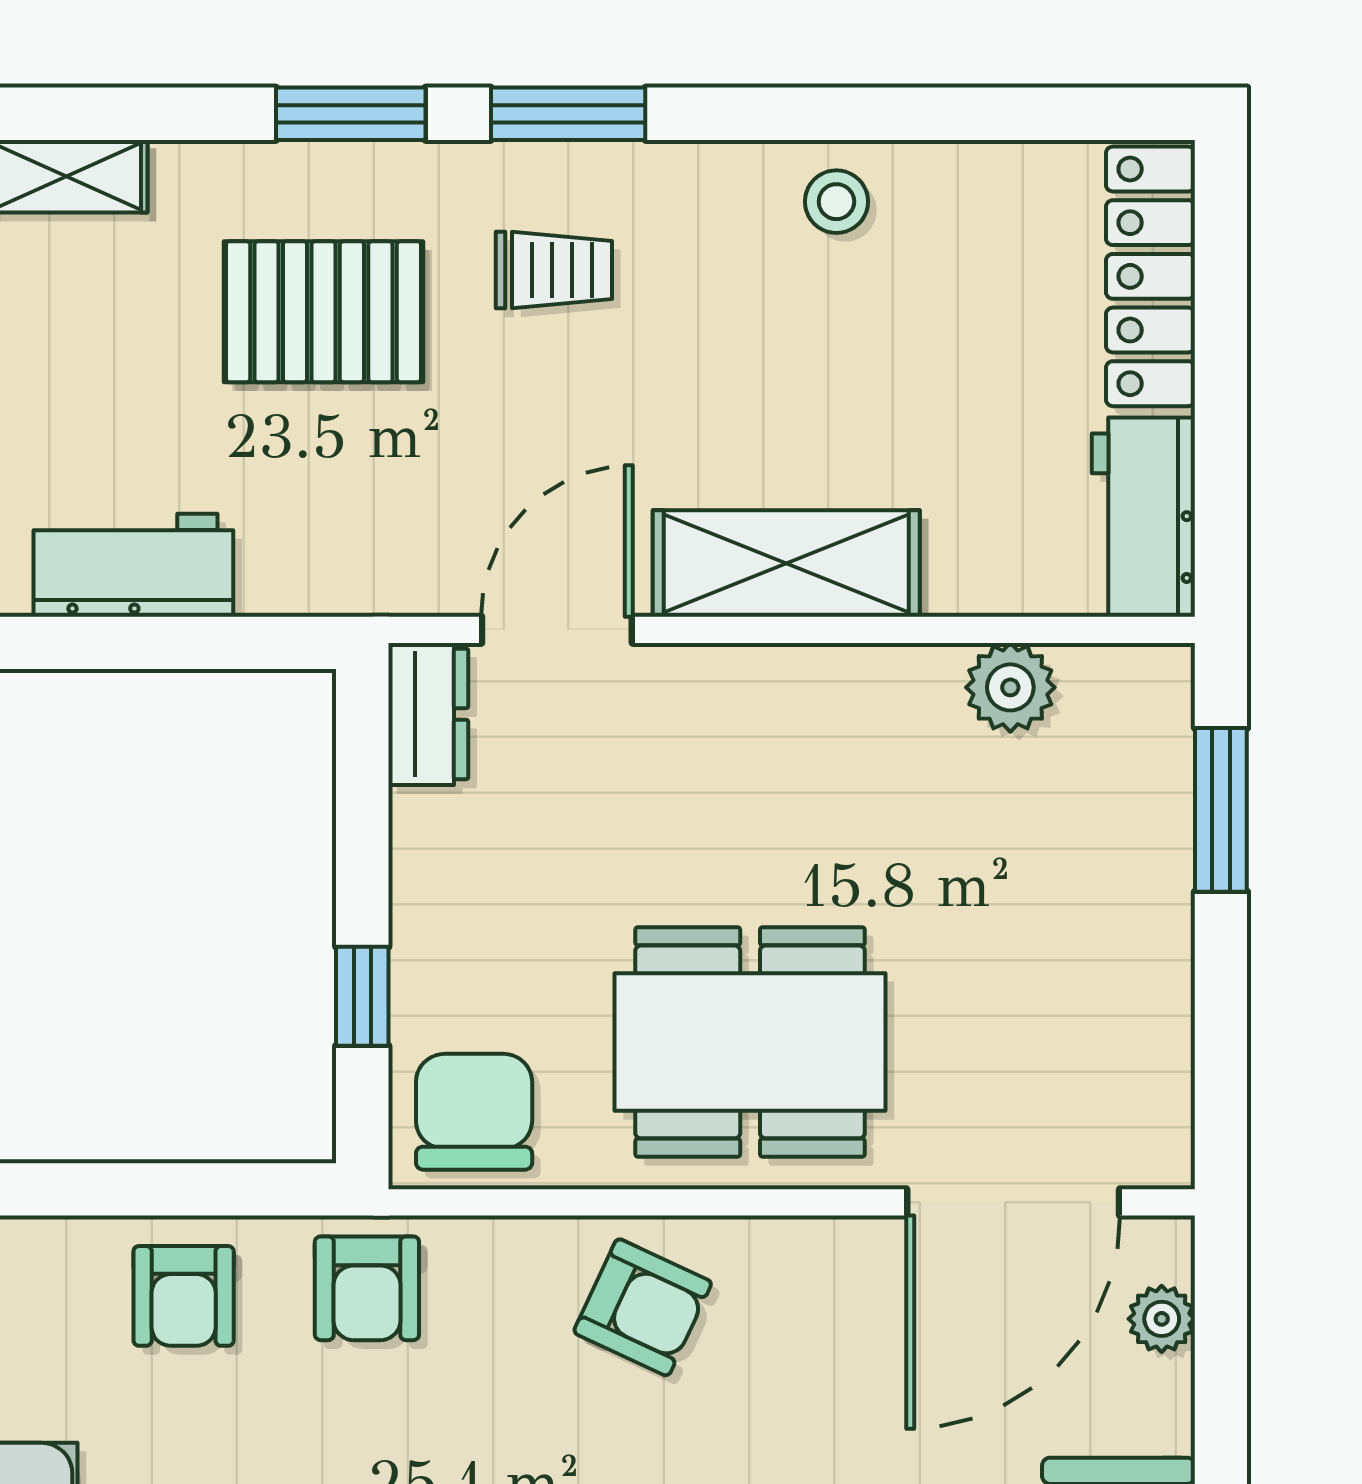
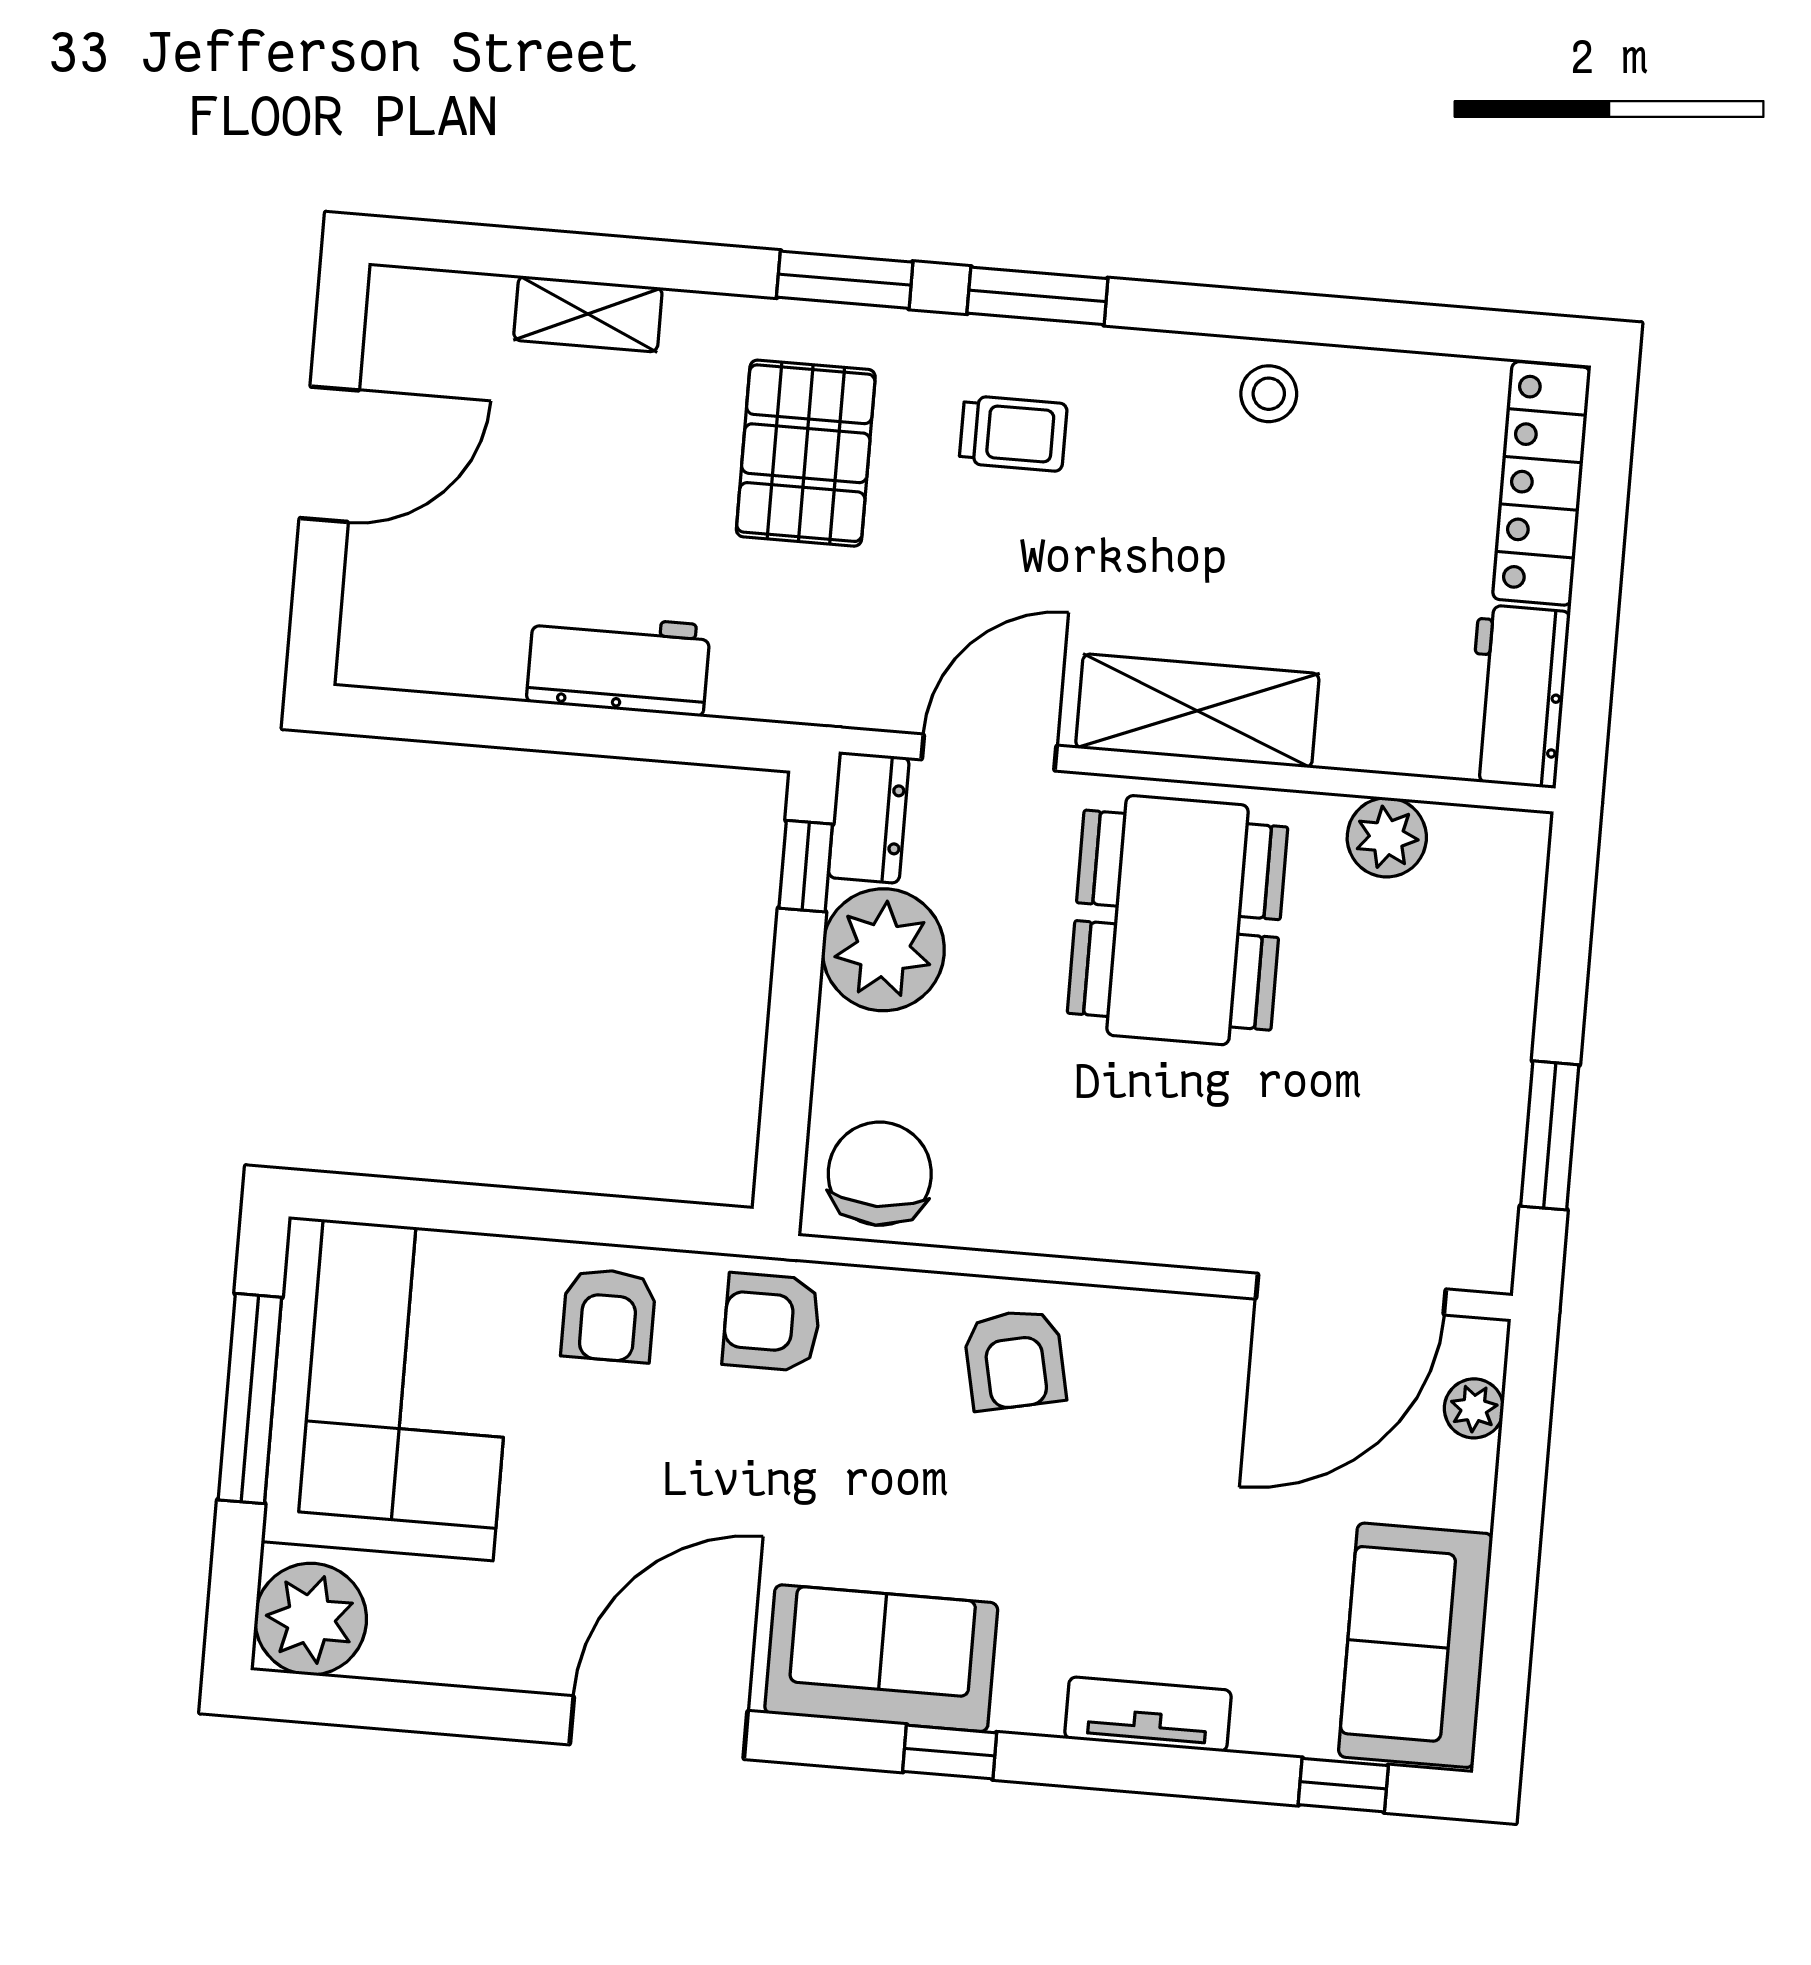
pallet: (323, 312) -> (806, 453), turned 90
window: (1221, 810) -> (1550, 1135), moved
plant: (457, 861) -> (883, 950), added
window: (362, 996) -> (806, 866), moved
dining table: (750, 1042) -> (1178, 920), moved, turned 90
armchair: (367, 1288) -> (772, 1322), turned 90
armchair: (643, 1307) -> (1015, 1360), turned 53

